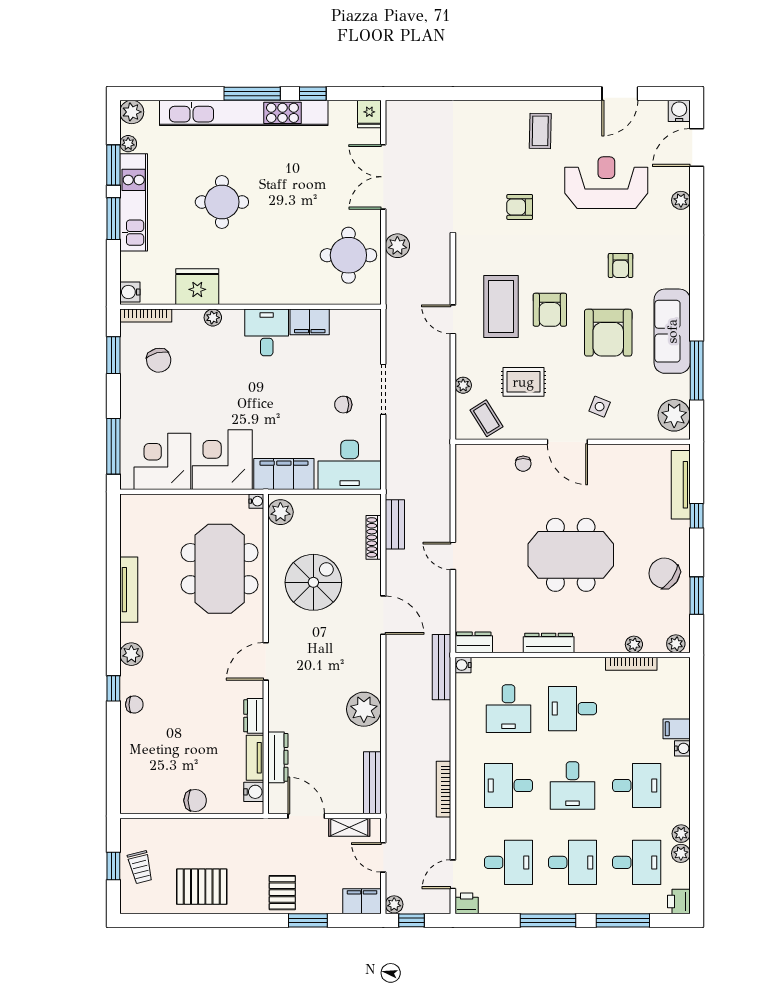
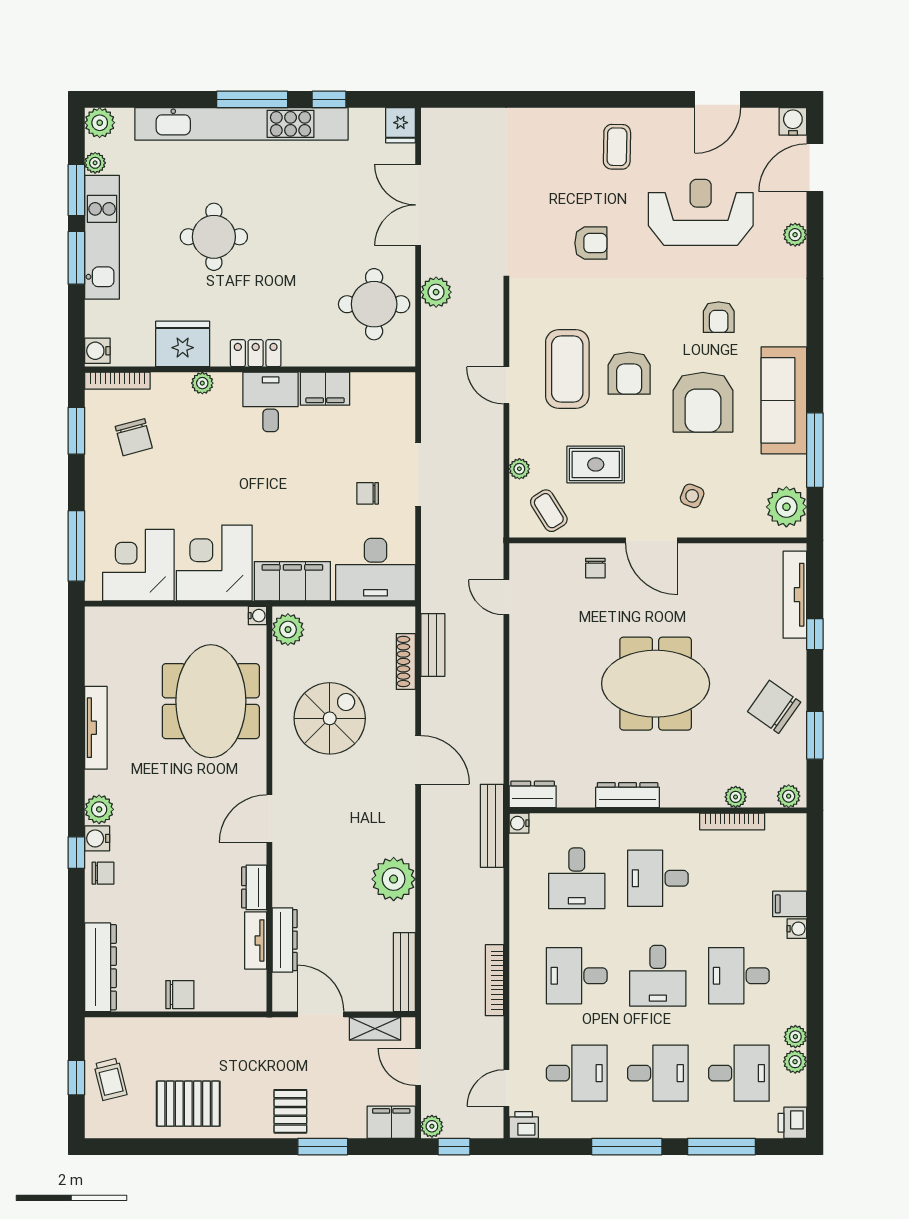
armchair: (520, 207) -> (591, 243), turned 180
locker: (255, 294) -> (256, 353), added
door: (453, 556) -> (506, 597), moved
dresser: (132, 779) -> (100, 967), added
desk: (637, 786) -> (739, 976), turned 180
water cooler: (254, 792) -> (97, 838), moved, turned 180

